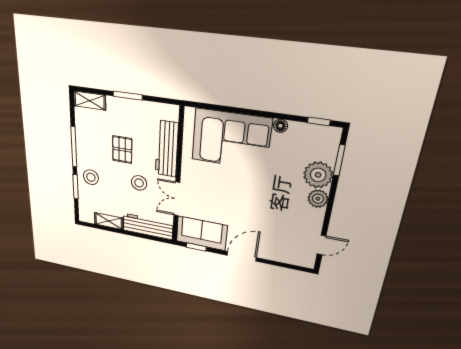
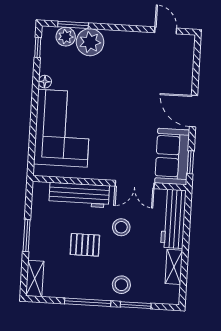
plant: (318, 199) -> (66, 37), moved

